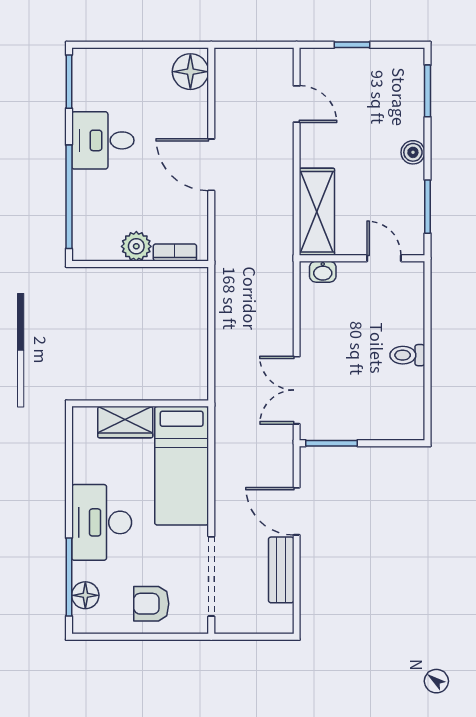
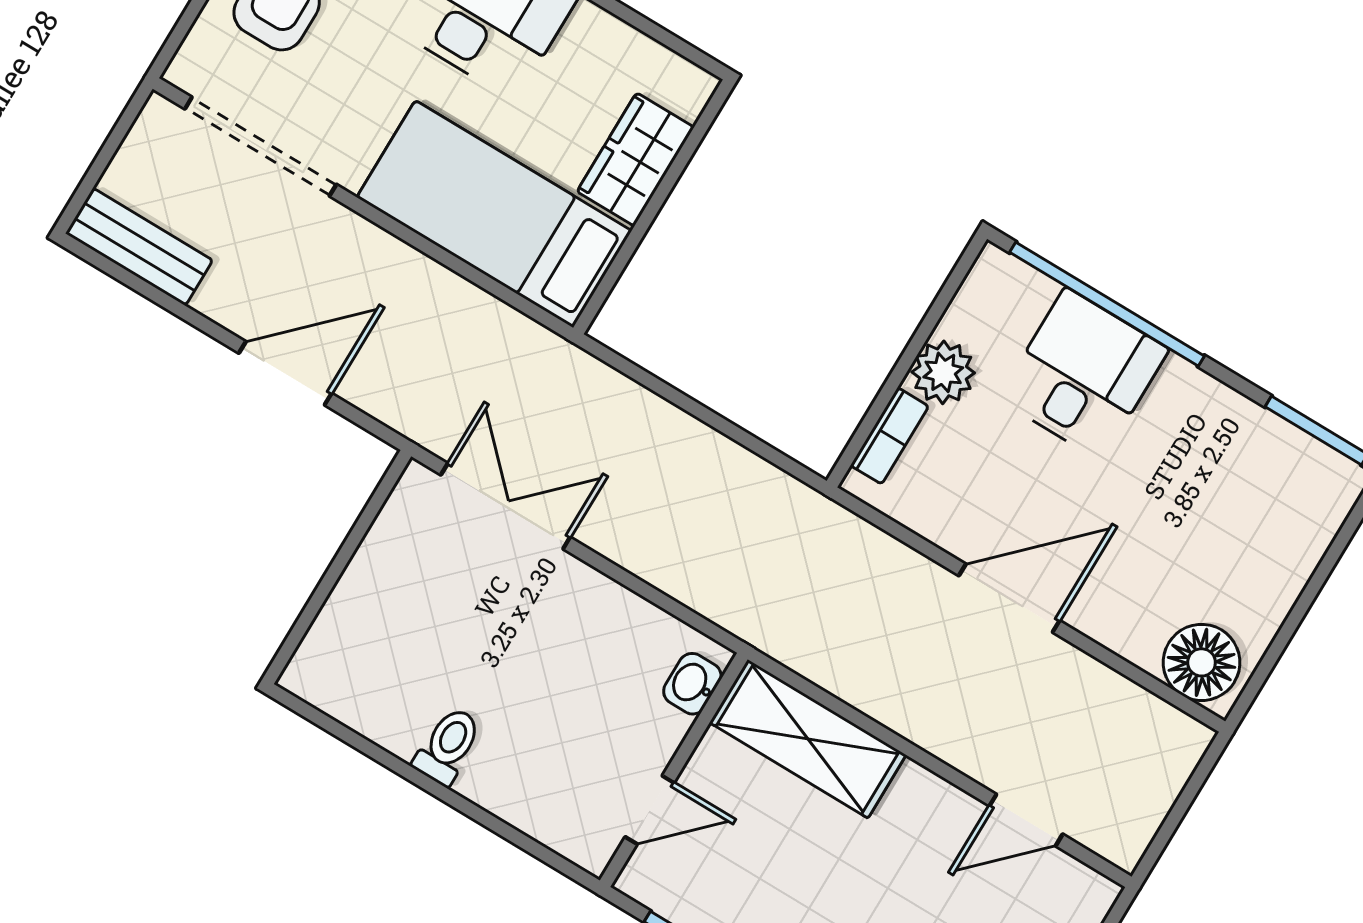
desk: (103, 140) -> (1084, 374), moved
window: (331, 443) -> (371, 511), removed
bench: (281, 570) -> (139, 247), moved

